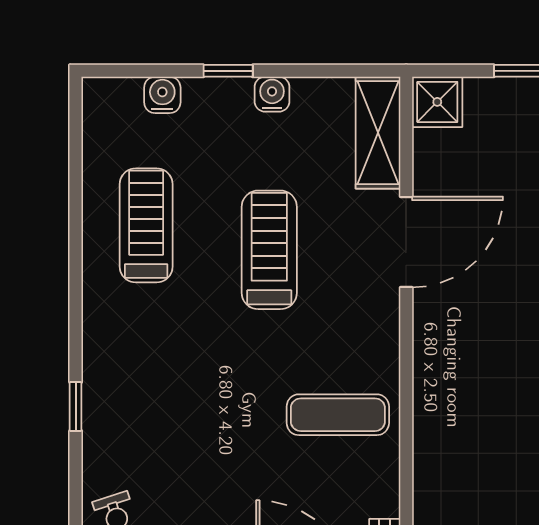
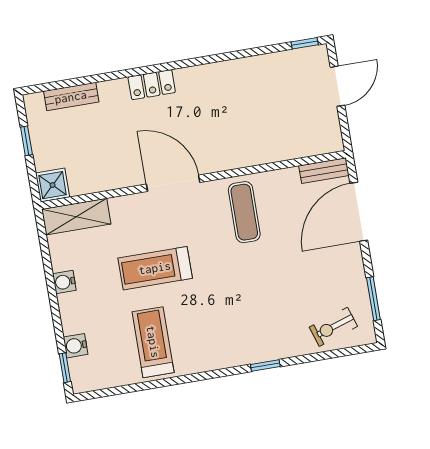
window: (228, 71) -> (65, 368), moved
treadmill: (146, 225) -> (153, 342), turned 90
door: (406, 242) -> (173, 183), moved

